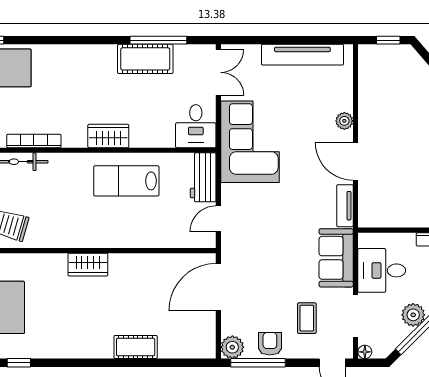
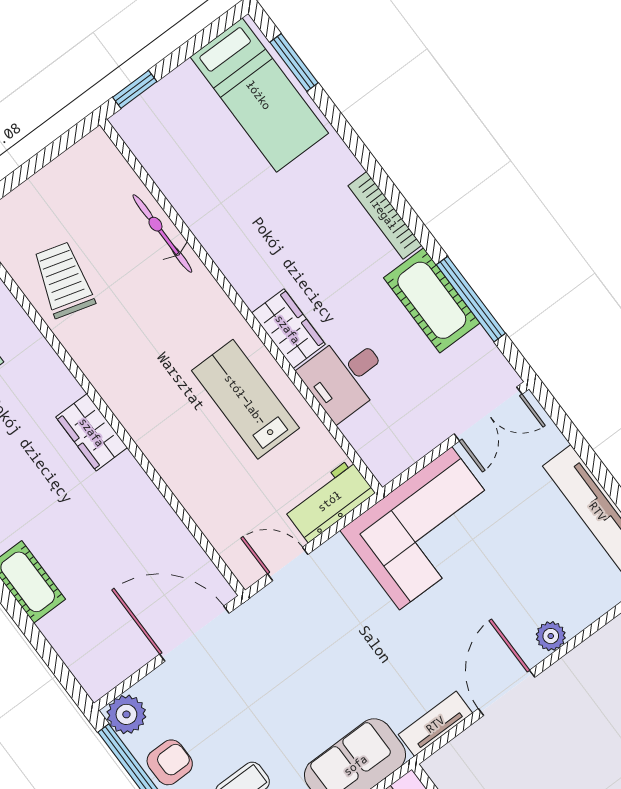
desk: (196, 126) -> (345, 376), moved
bookcase: (34, 141) -> (385, 215), moved, turned 180

